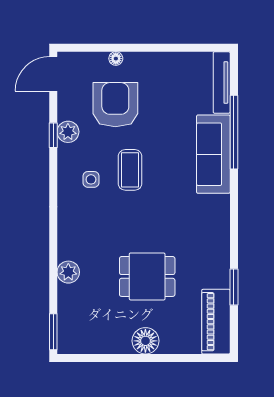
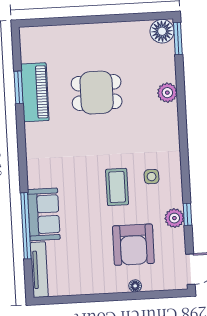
sofa: (213, 154) -> (44, 214), width x0.73
piano: (216, 322) -> (35, 92), moved
floor lamp: (145, 341) -> (162, 31), moved

